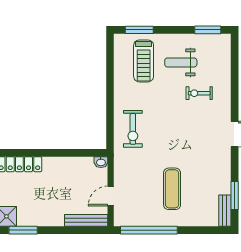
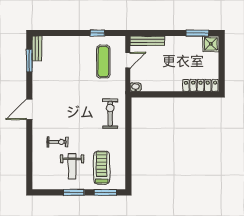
window: (208, 30) -> (74, 192), moved
weight bench: (181, 62) -> (72, 166), turned 90
exercise mat: (172, 189) -> (103, 62), moved
window: (149, 230) -> (97, 33), width x0.32

